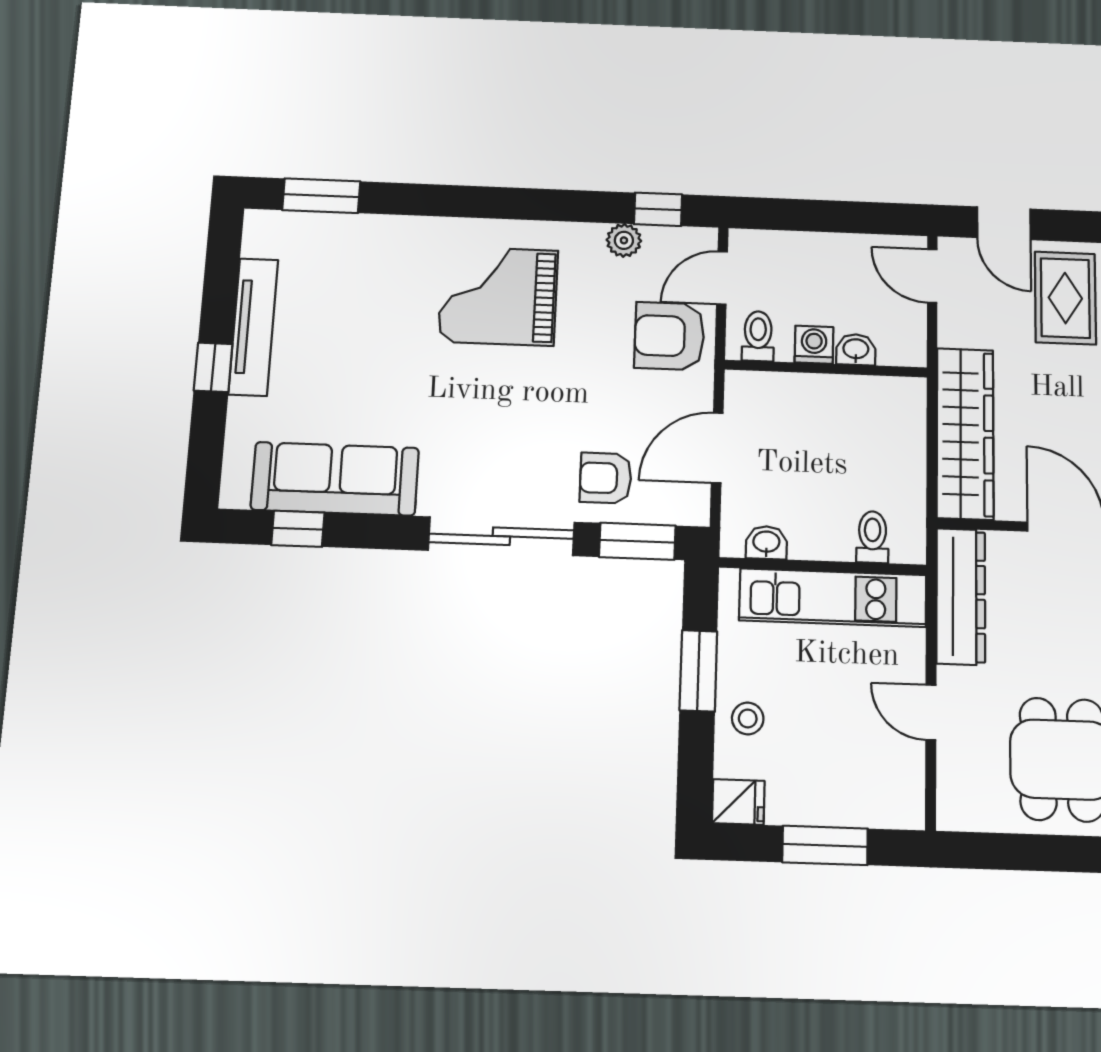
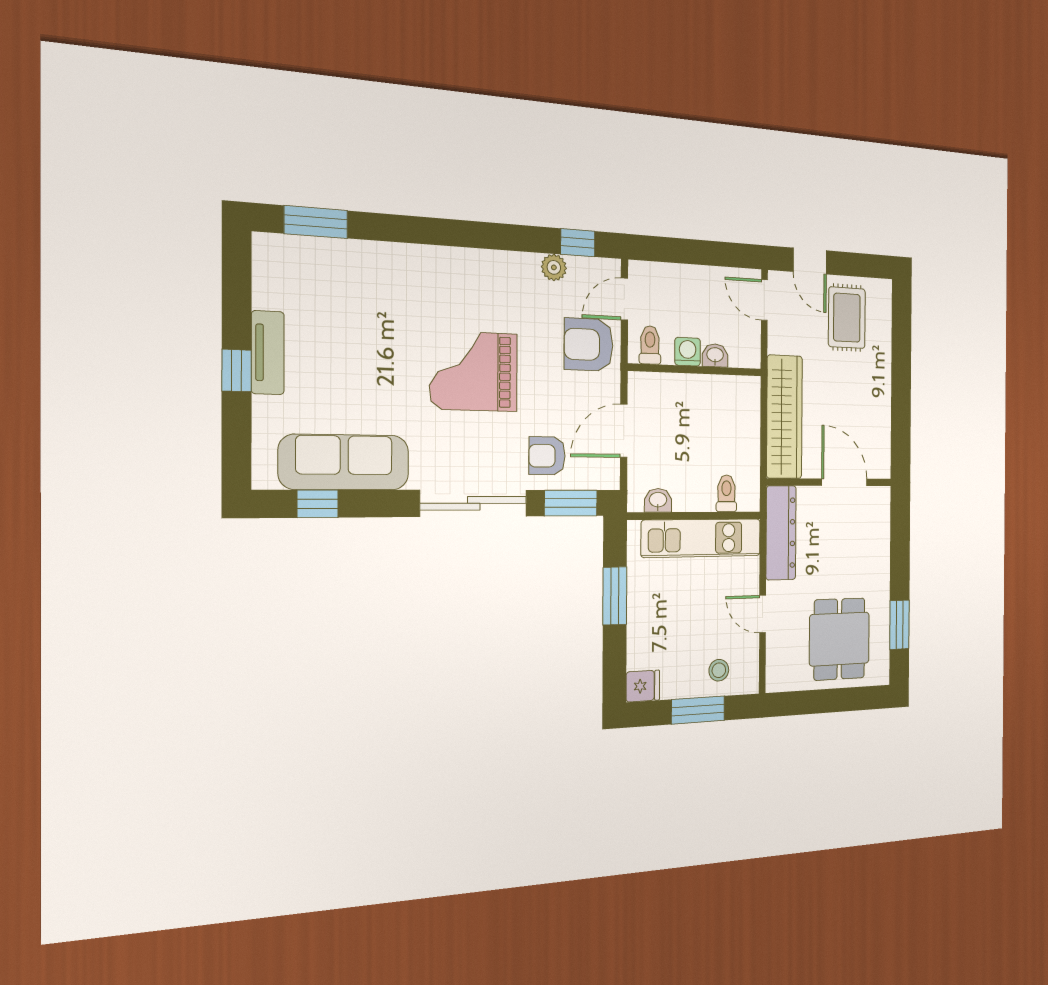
grand piano: (498, 296) -> (474, 371), moved
tv unit: (253, 327) -> (268, 353), width x0.71
stool: (748, 718) -> (719, 670), moved

